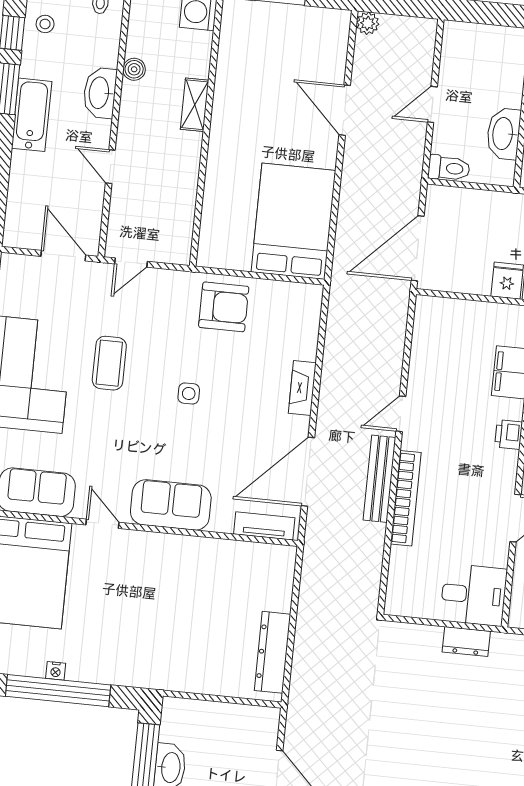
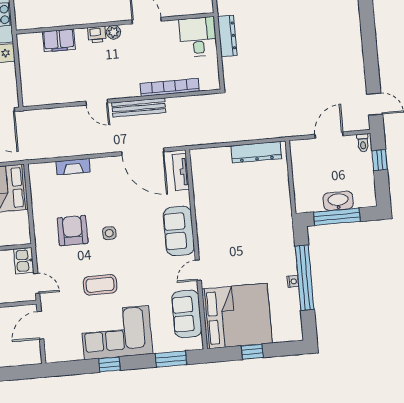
kitchen sink: (171, 249) -> (24, 261), added
armchair: (224, 307) -> (73, 231), moved
fireplace: (302, 388) -> (73, 167), moved
plant: (507, 462) -> (114, 32), added
bookcase: (406, 498) -> (170, 87), moved
dresser: (466, 642) -> (227, 36), width x1.44

